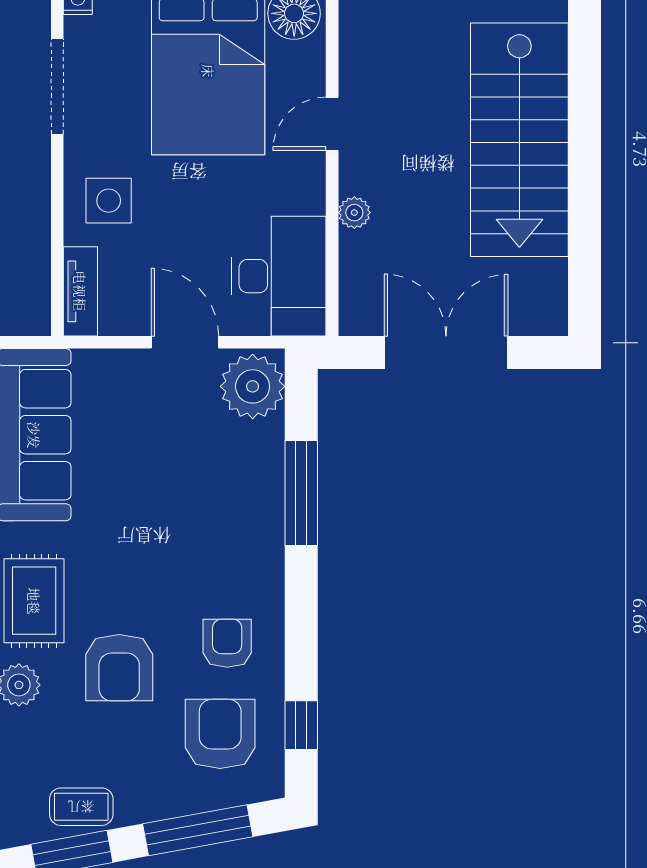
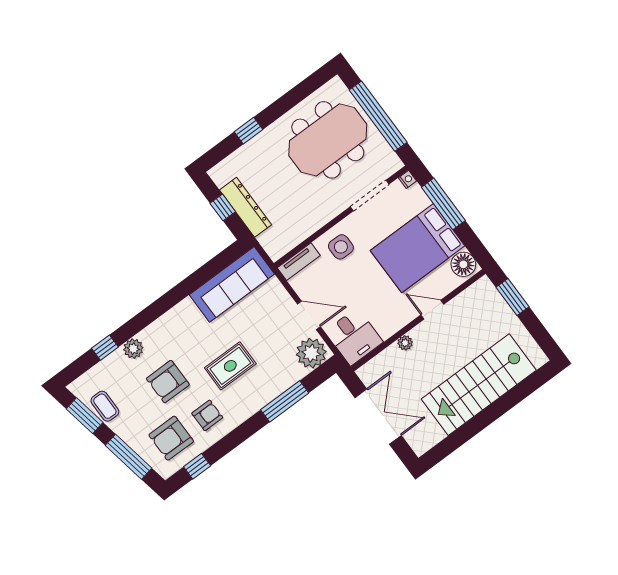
desk: (279, 276) -> (354, 337), width x0.73
door: (185, 342) -> (309, 315), hinge flipped
rug: (34, 601) -> (230, 366), moved
armchair: (220, 734) -> (171, 438), turned 180

